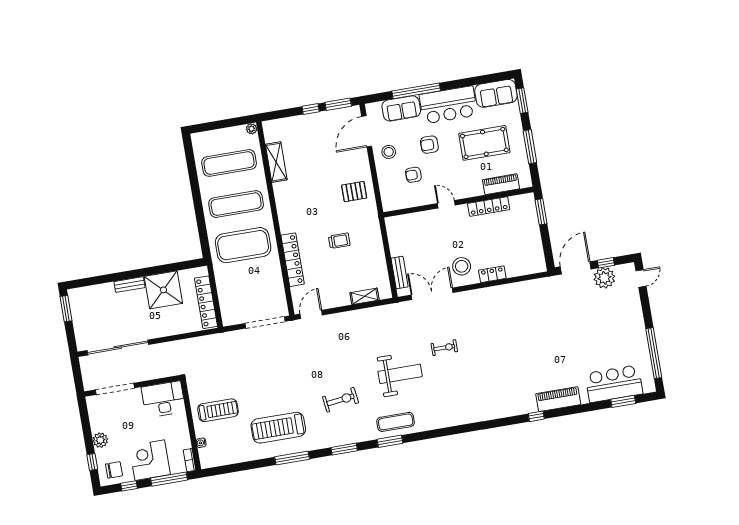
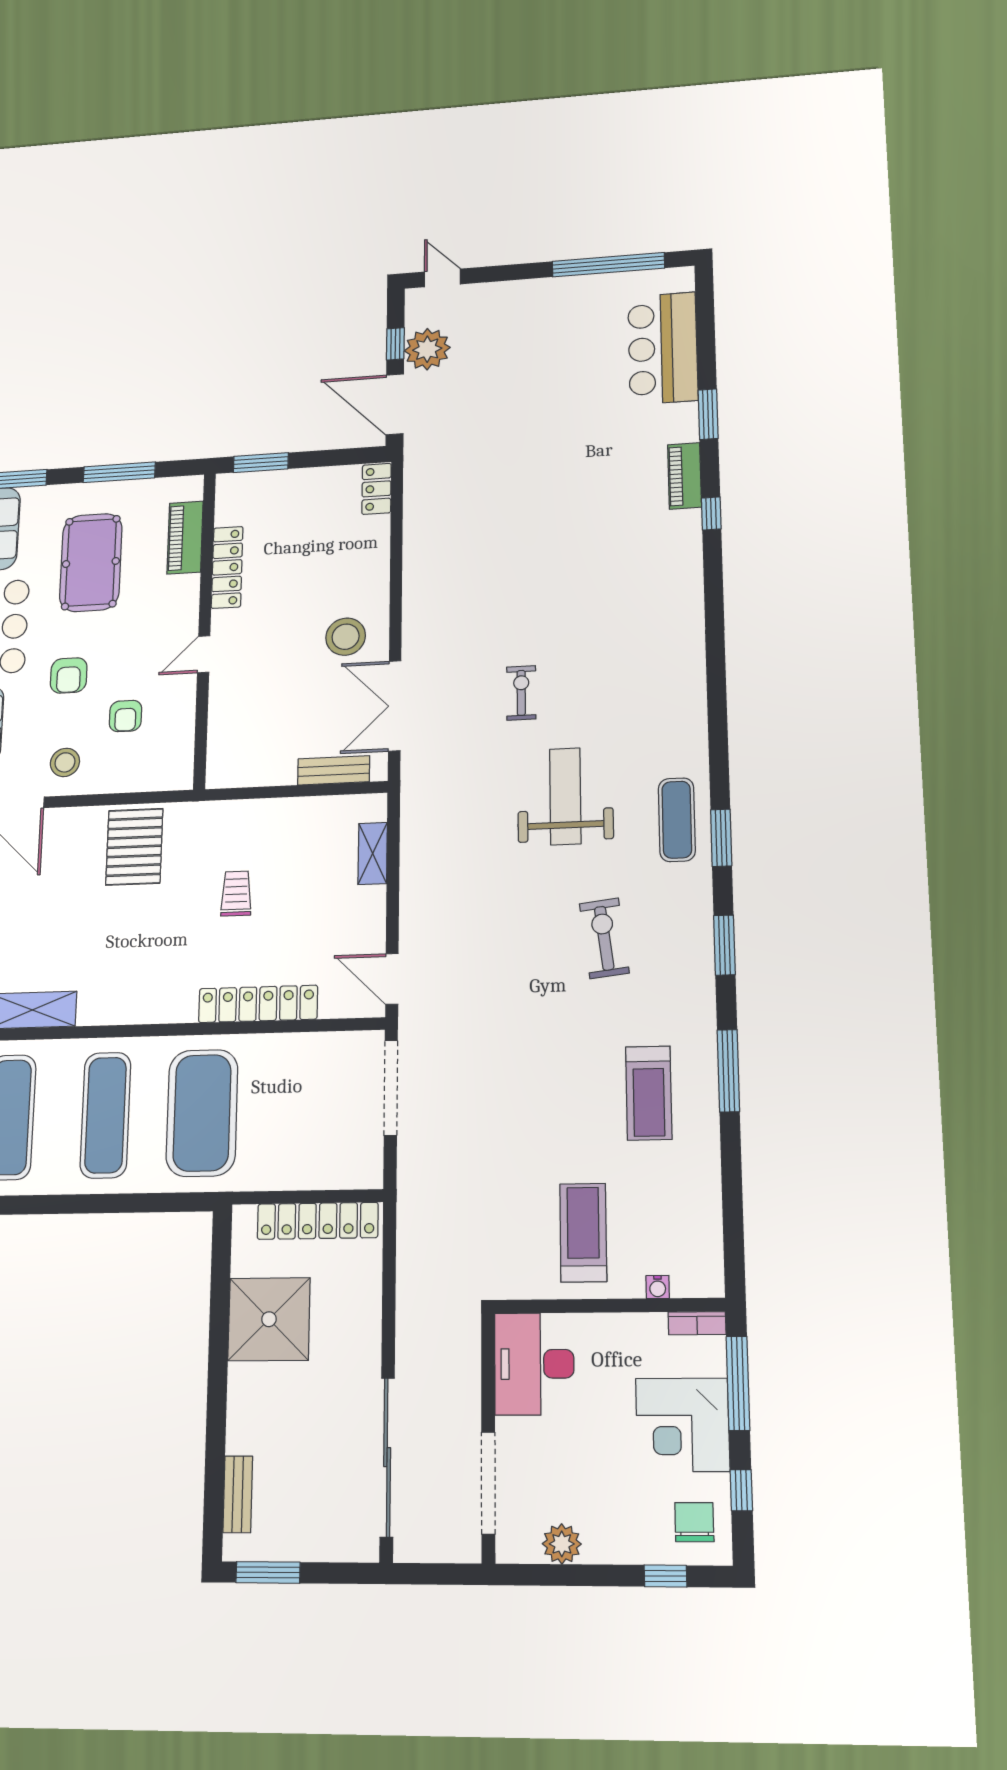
pallet: (354, 192) -> (134, 847), width x1.50, depth x1.42
locker: (492, 274) -> (377, 489), moved
bench: (129, 285) -> (238, 1494), moved
piano: (558, 399) -> (685, 476), width x0.73, depth x0.75
window: (623, 401) -> (708, 414), moved
treadmill: (278, 428) -> (649, 1093), width x0.73, depth x0.73
plant: (100, 440) -> (562, 1544), moved

